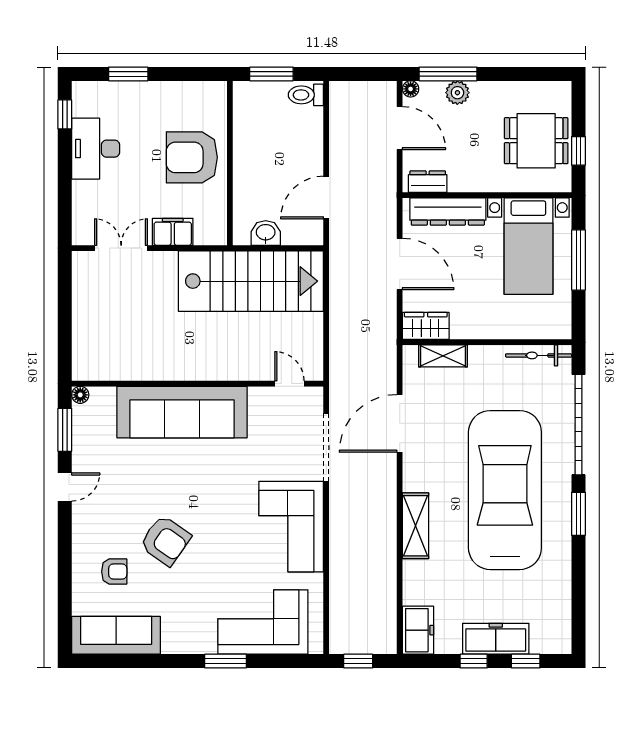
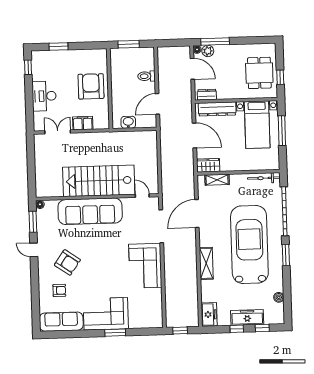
plant: (457, 93) -> (208, 51), moved
toilet: (306, 95) -> (147, 76), moved
dining table: (536, 141) -> (259, 73), turned 90
desk: (96, 149) -> (44, 96), moved
armchair: (192, 157) -> (91, 86), turned 90
stairs: (251, 281) -> (99, 181), moved, turned 180
door: (65, 487) -> (34, 250), swing flipped
armchair: (165, 541) -> (67, 262), moved
boiler: (561, 600) -> (279, 297), added
corner sofa: (263, 622) -> (106, 314), moved

